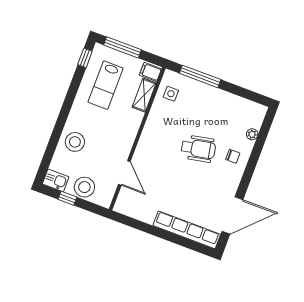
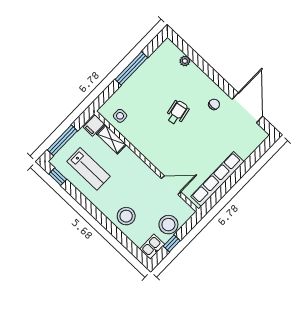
window: (200, 76) -> (131, 68), moved
wheelchair: (198, 149) -> (177, 112), width x0.73, depth x0.73
chair: (233, 156) -> (214, 104), moved
row of seats: (187, 230) -> (217, 179), moved

